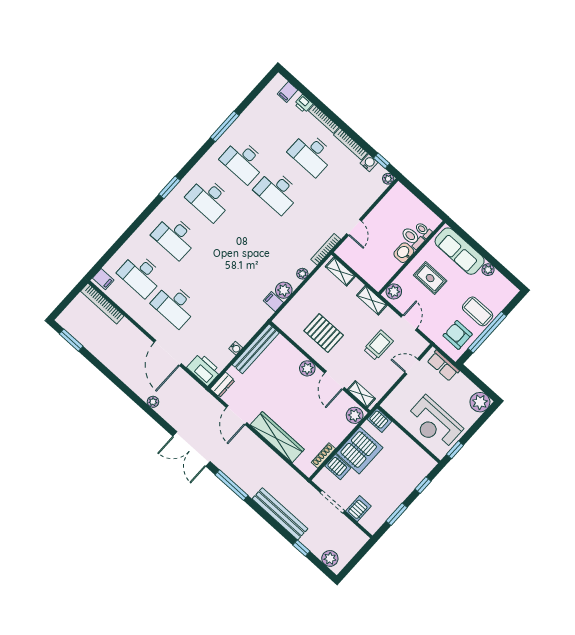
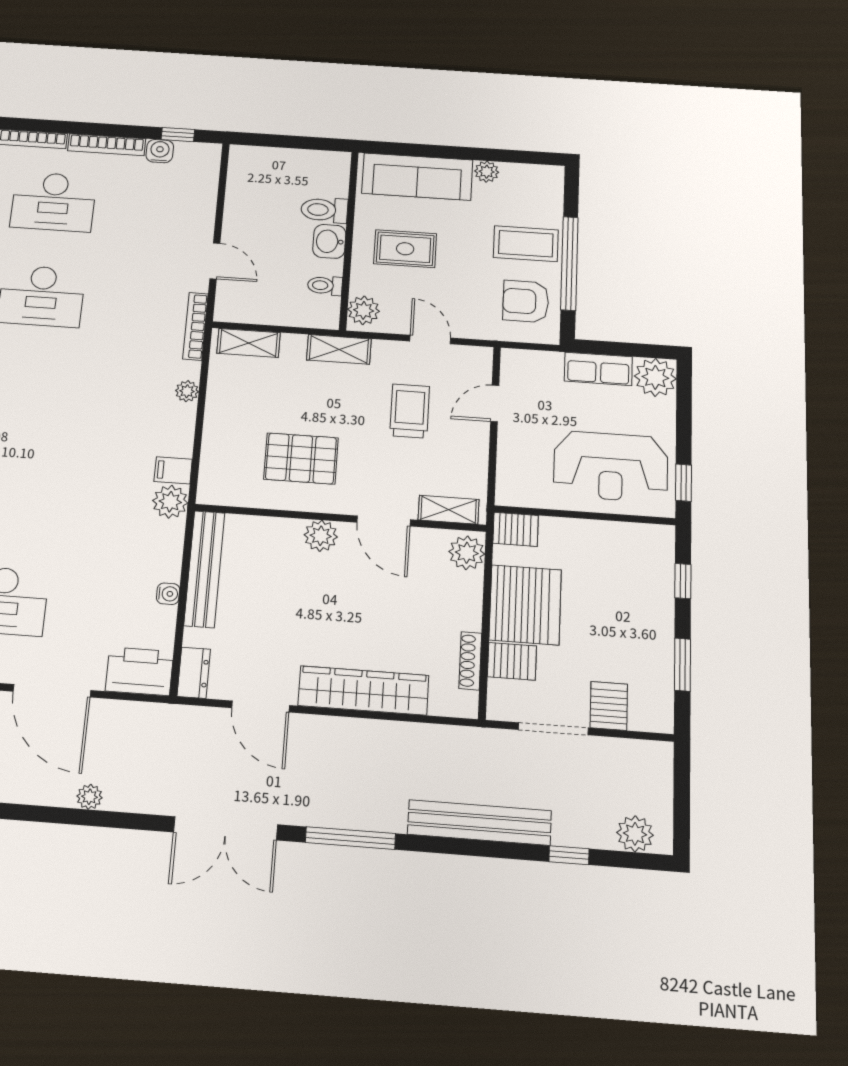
plant: (388, 179) -> (211, 153), removed
toilet: (423, 230) -> (325, 286), moved
plant: (284, 290) -> (170, 502), moved
row of seats: (443, 366) -> (598, 369), moved

